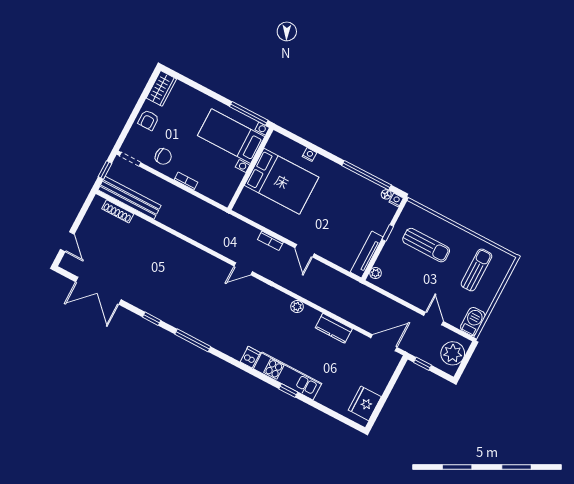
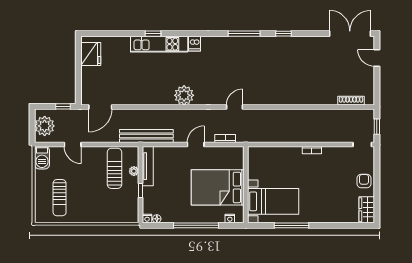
bed with nightstands: (231, 136) -> (273, 201), moved
chair: (163, 156) -> (339, 160), removed
wall: (250, 169) -> (246, 185), moved
window: (367, 175) -> (196, 225), moved
bed: (282, 181) -> (218, 187), moved
bench: (129, 198) -> (146, 136), moved
sun lounger: (426, 245) -> (114, 168), moved, turned 90
door: (305, 251) -> (196, 145), hinge flipped
plant: (376, 273) -> (134, 171), moved
double door: (98, 291) -> (350, 34), moved
plant: (297, 307) -> (184, 95), width x1.88, depth x1.88
kitchen counter: (334, 328) -> (143, 98), removed

